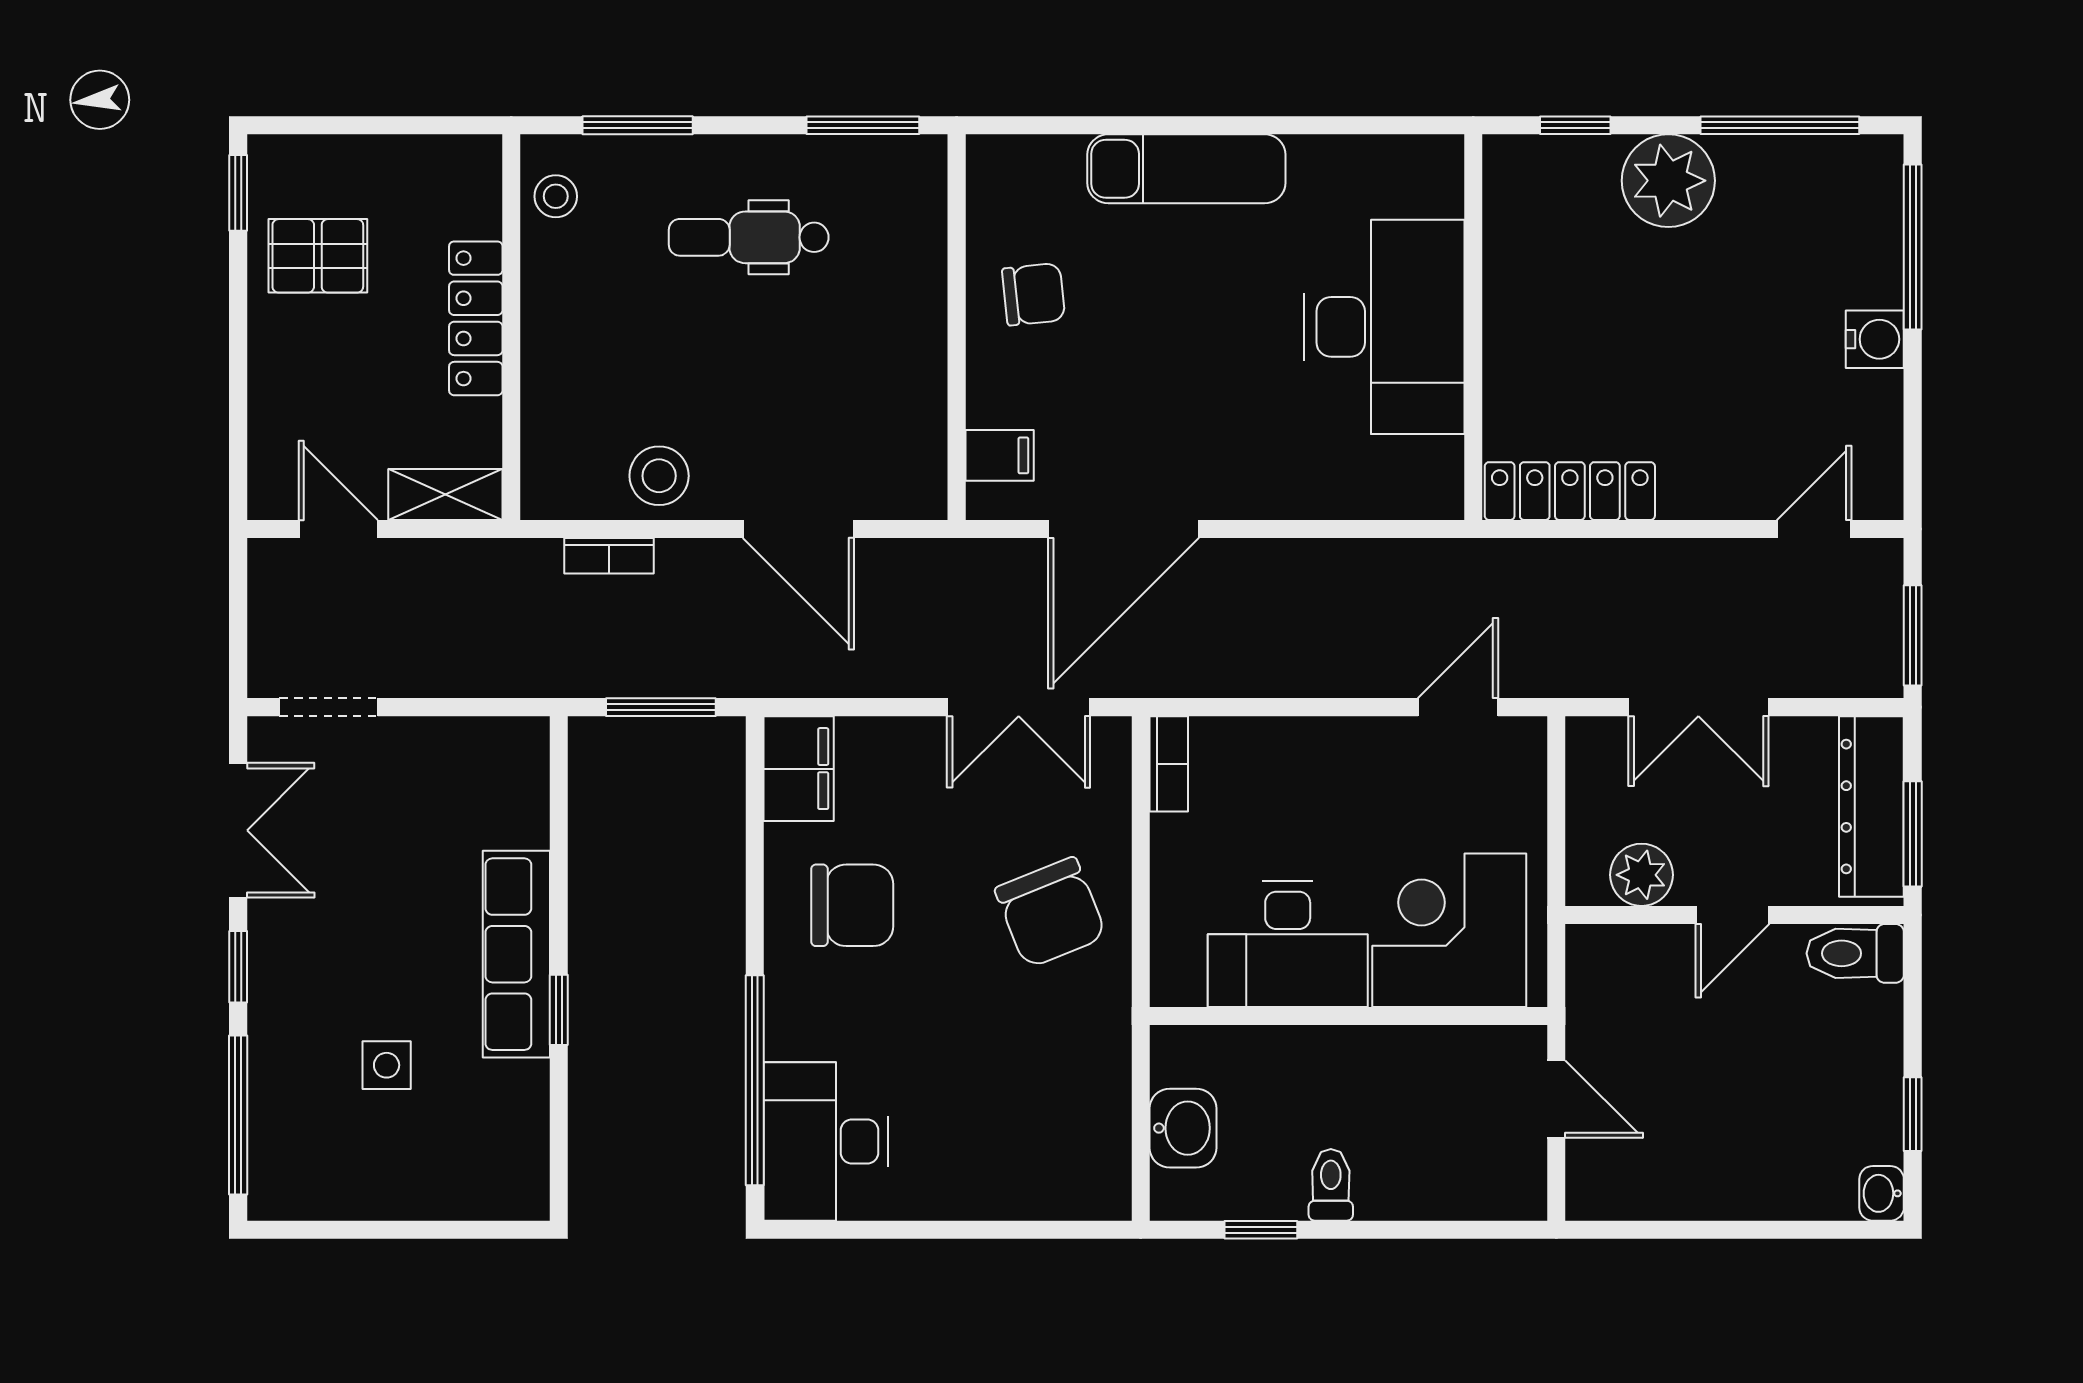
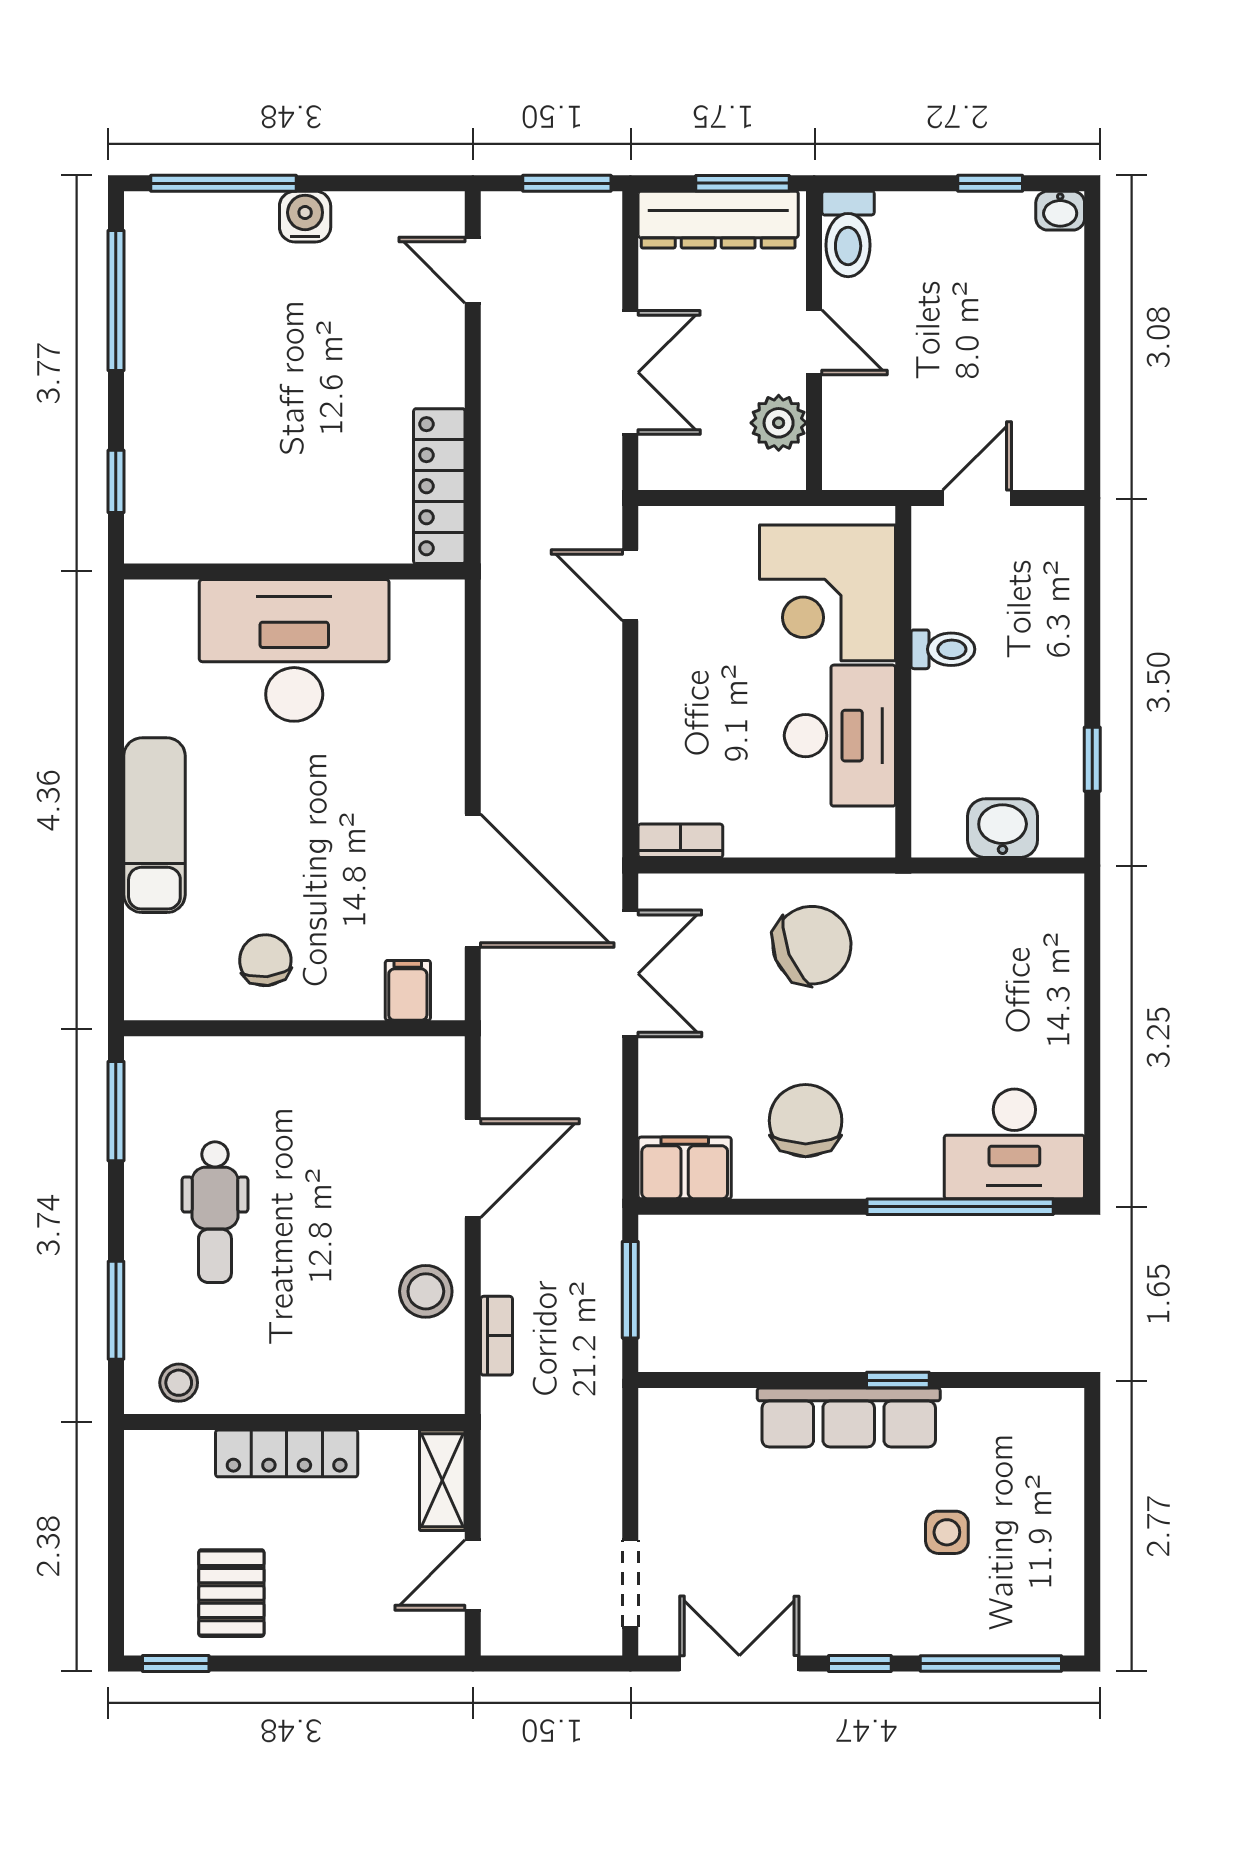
plant: (1668, 181) -> (165, 399), removed
toilet: (1331, 1185) -> (943, 649), moved, turned 180

